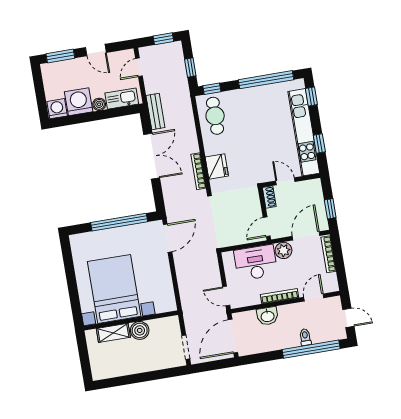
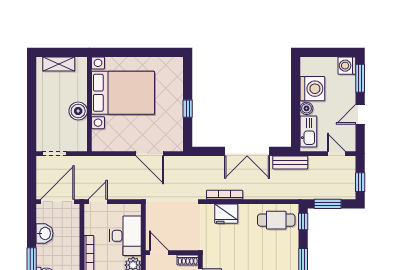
window: (190, 67) -> (328, 204), width x1.50
washing machine: (57, 109) -> (347, 66), moved, turned 180
window: (119, 222) -> (188, 109), width x0.32
door: (168, 238) -> (150, 154), moved
washbasin: (267, 316) -> (45, 233), moved, turned 180
shelving: (113, 333) -> (59, 64), moved, turned 90
door: (233, 336) -> (57, 202), hinge flipped

